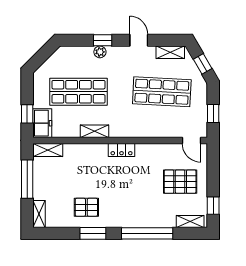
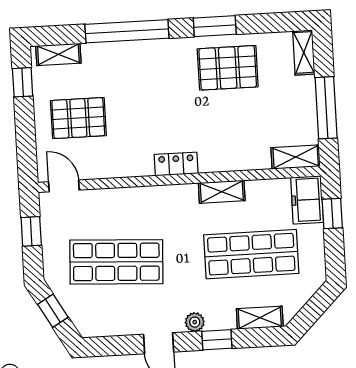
plant: (100, 52) -> (195, 322), moved
shelving: (170, 52) -> (260, 318), moved
pallet: (86, 207) -> (228, 68), width x1.50, depth x1.42

